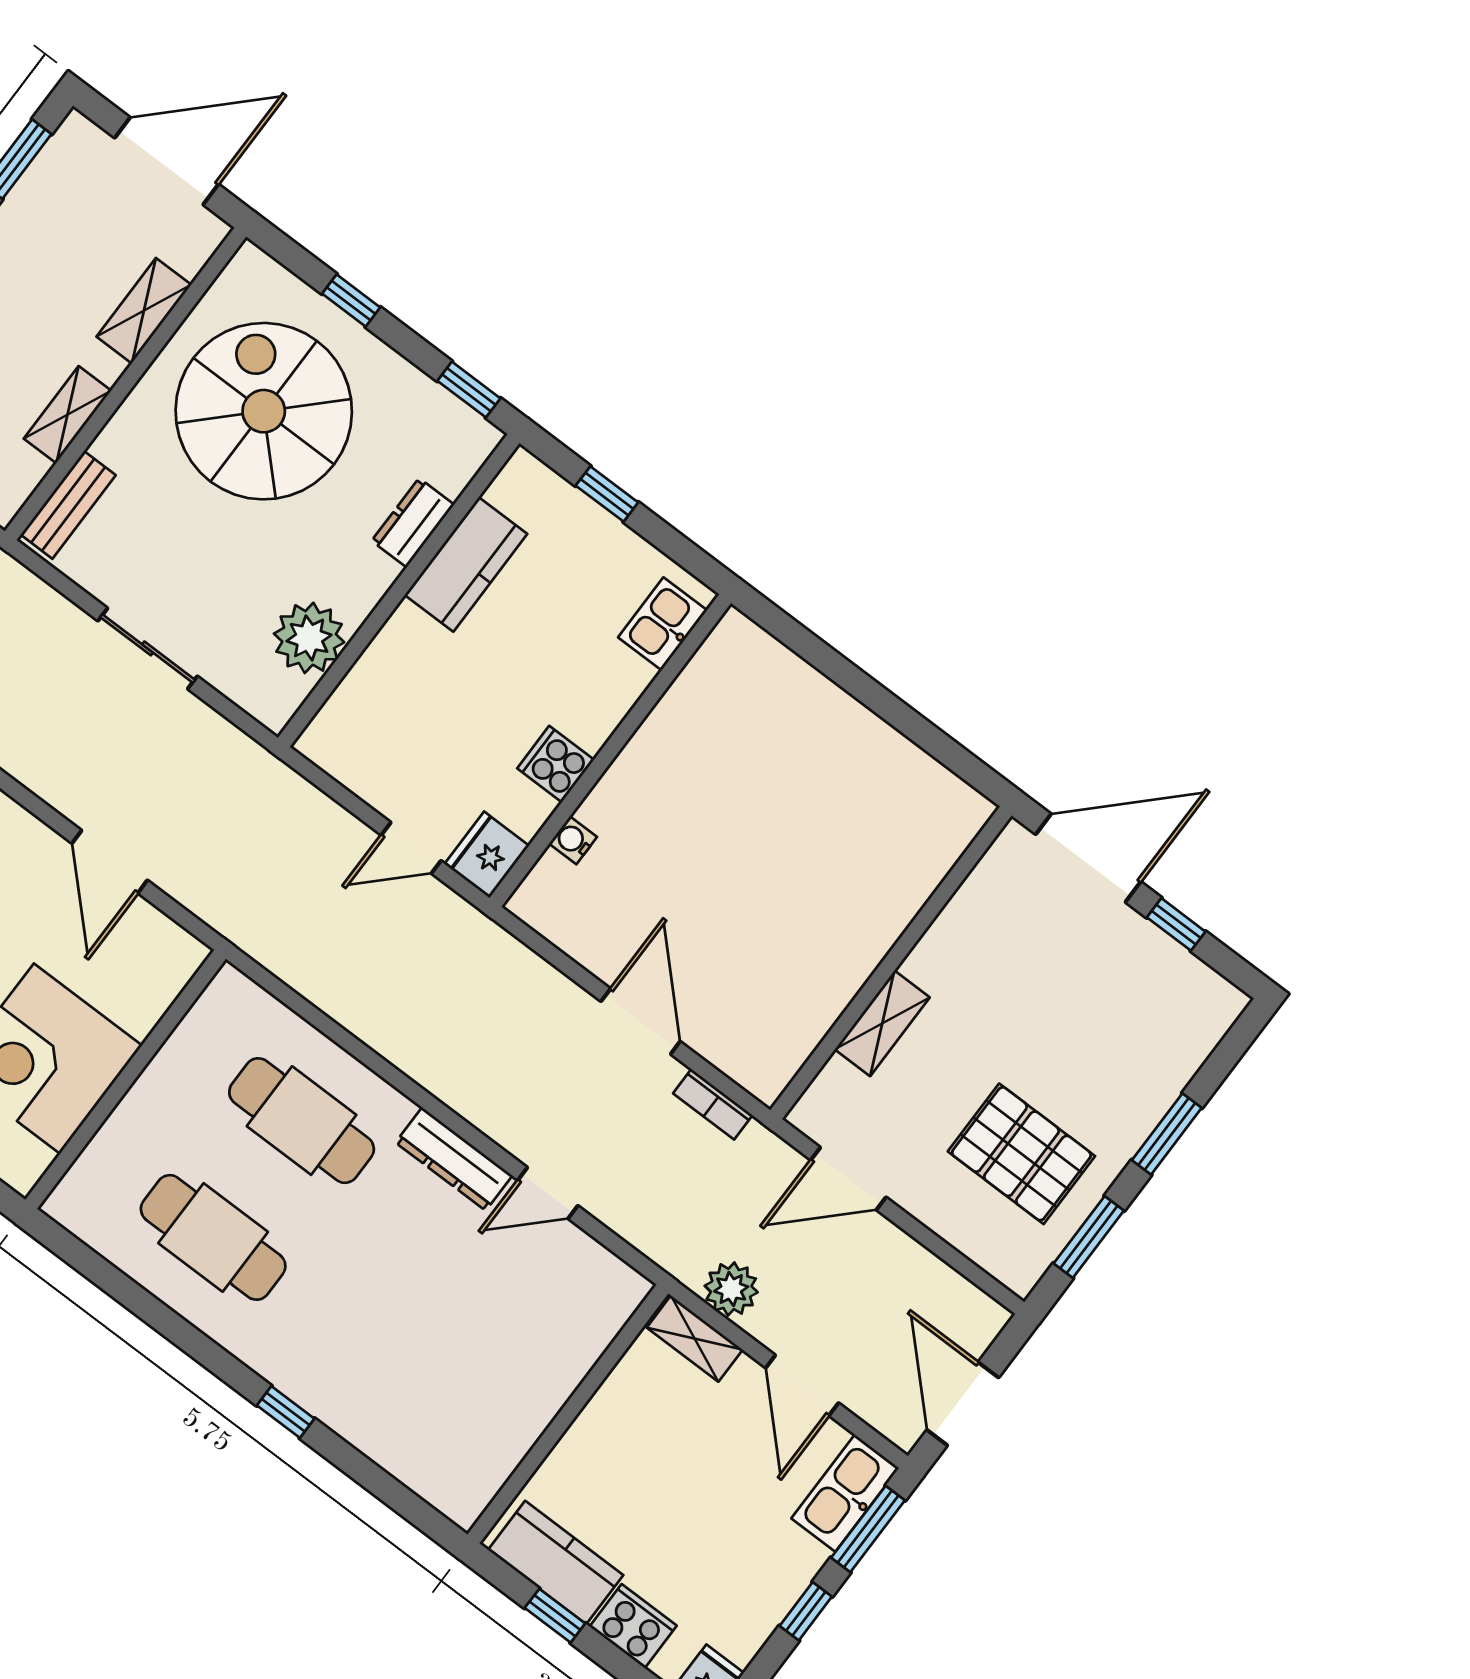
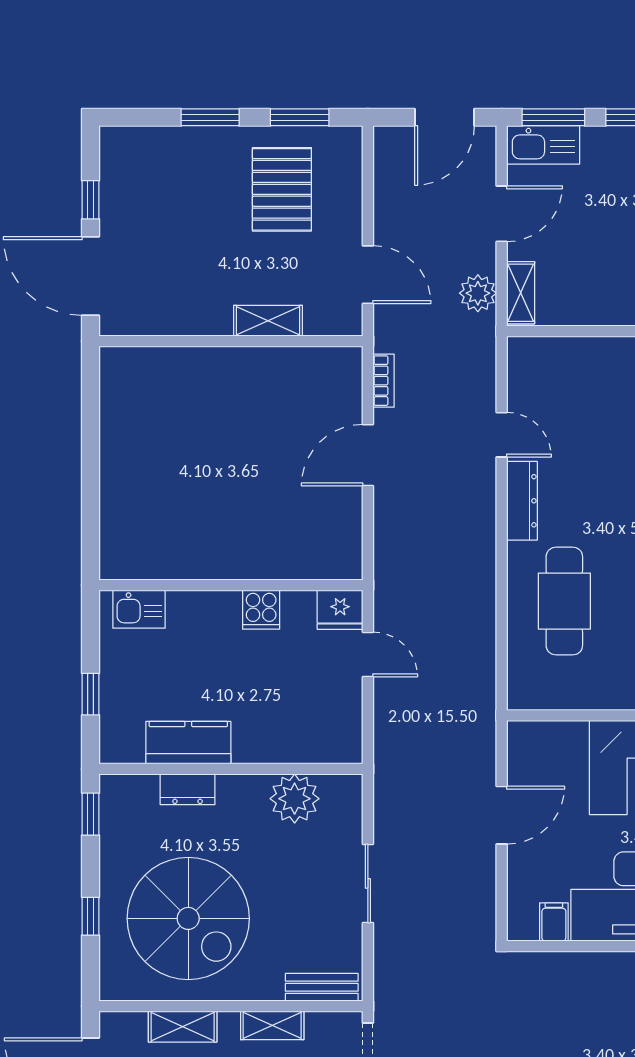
spiral stairs: (264, 411) -> (188, 918), turned -90
water cooler: (573, 840) -> (296, 568), removed

